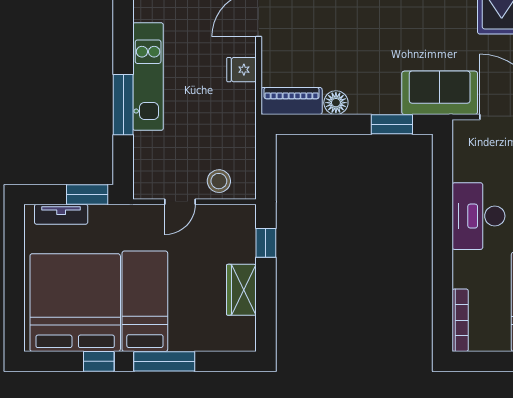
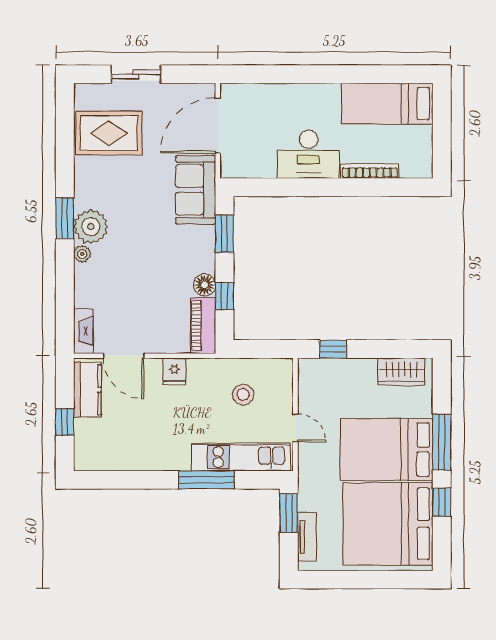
kitchen unit: (148, 77) -> (241, 457), moved
window: (324, 124) -> (224, 296), added
stool: (219, 181) -> (243, 394), moved
wardrobe: (241, 290) -> (401, 372), moved
bed: (145, 301) -> (387, 450), width x1.50
bookcase: (460, 320) -> (370, 171), moved

